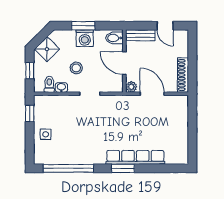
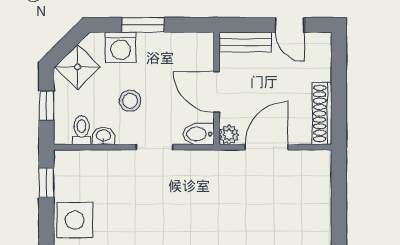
washing machine: (85, 38) -> (121, 47), moved
bidet: (114, 38) -> (199, 134), moved
door: (152, 94) -> (267, 147), hinge flipped
side table: (46, 134) -> (75, 220), width x1.87, depth x1.87

